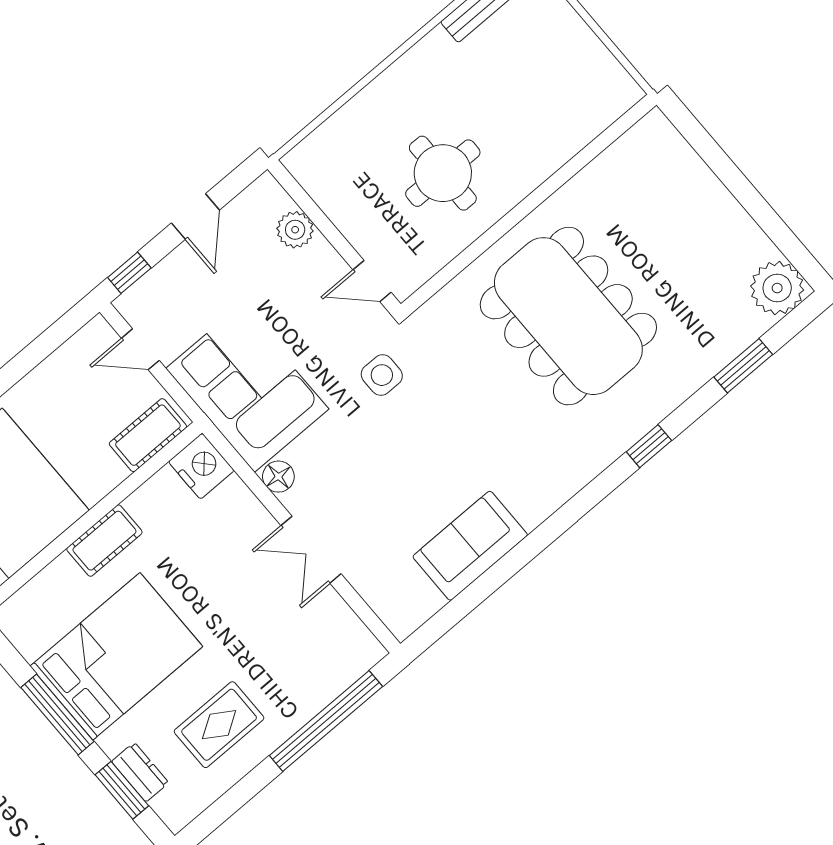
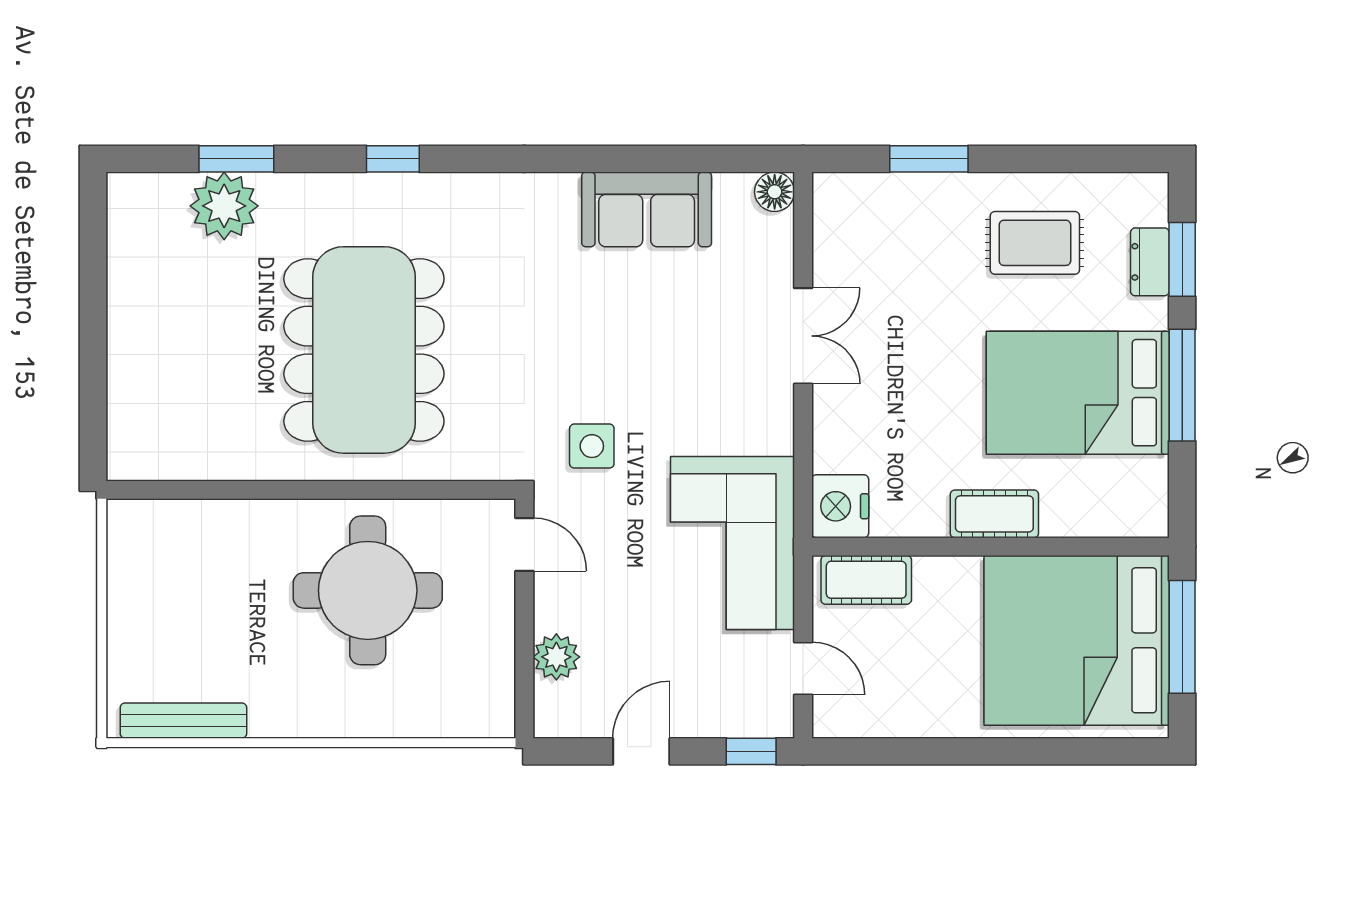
round table: (443, 173) -> (368, 590), width x1.36, depth x1.36
plant: (777, 288) -> (224, 206), moved
floor lamp: (278, 477) -> (775, 192), moved
window: (326, 721) -> (929, 159), width x0.47

